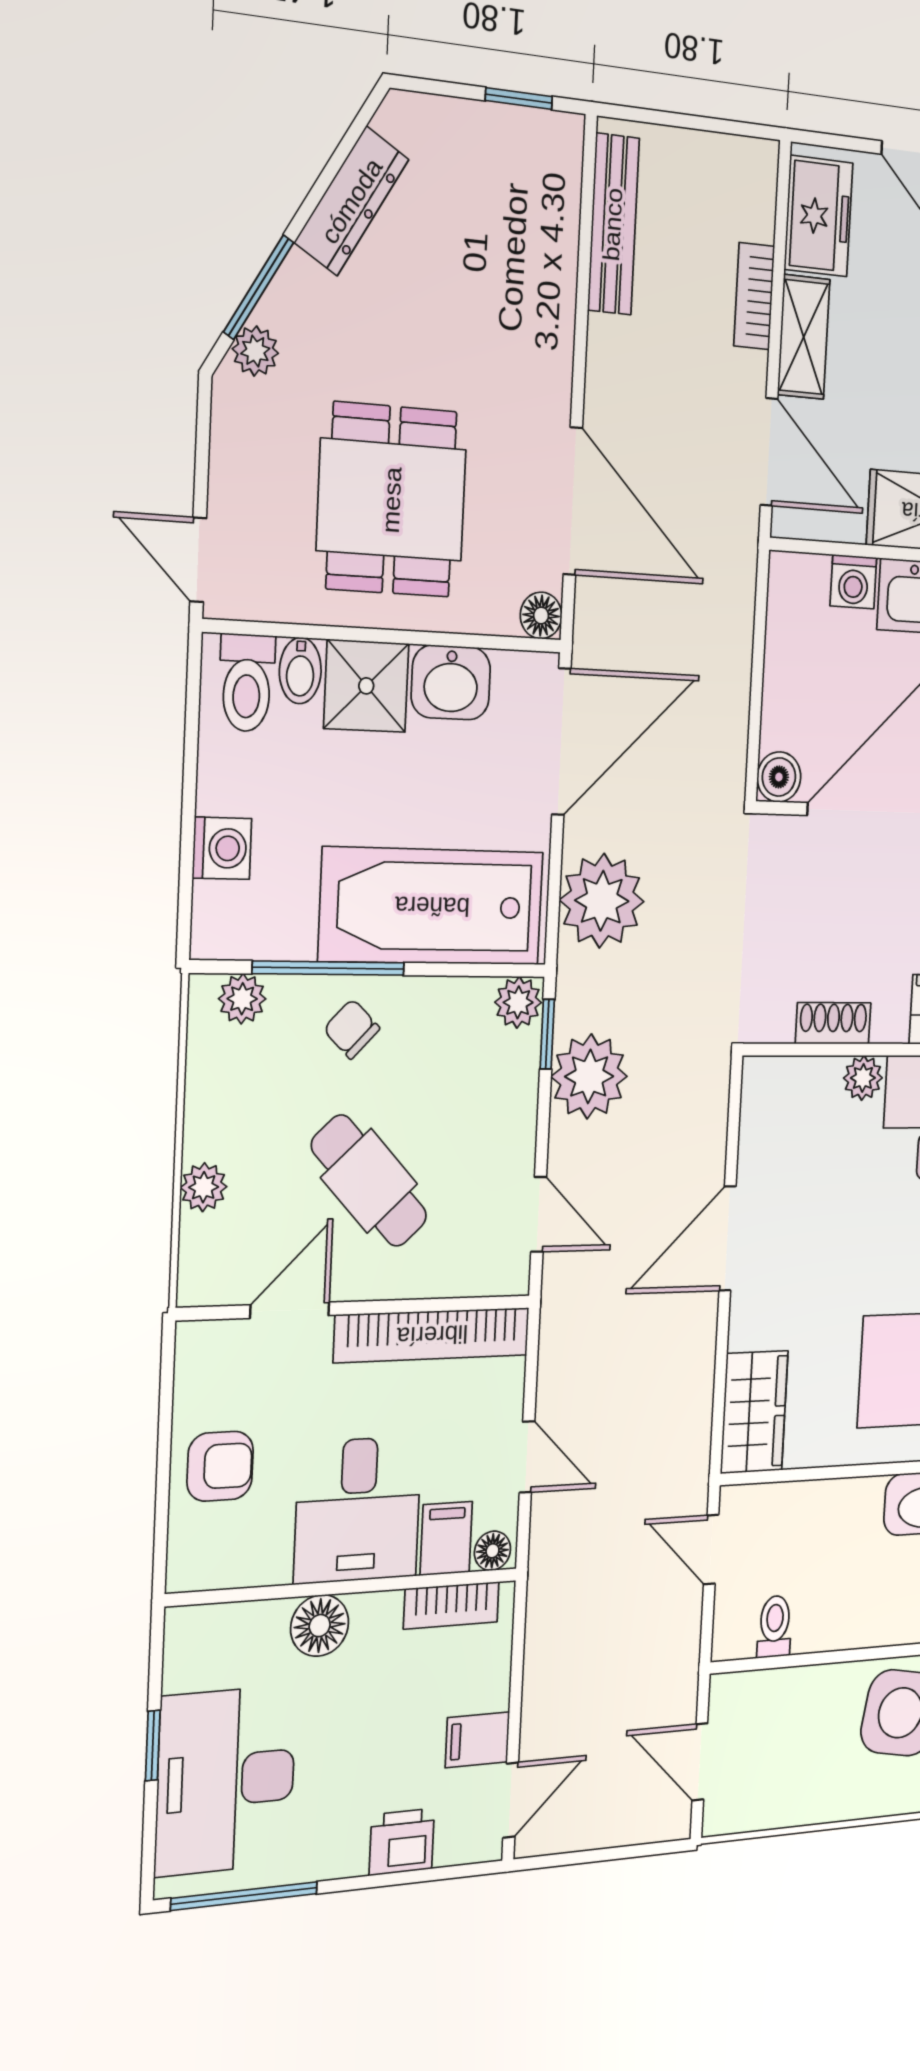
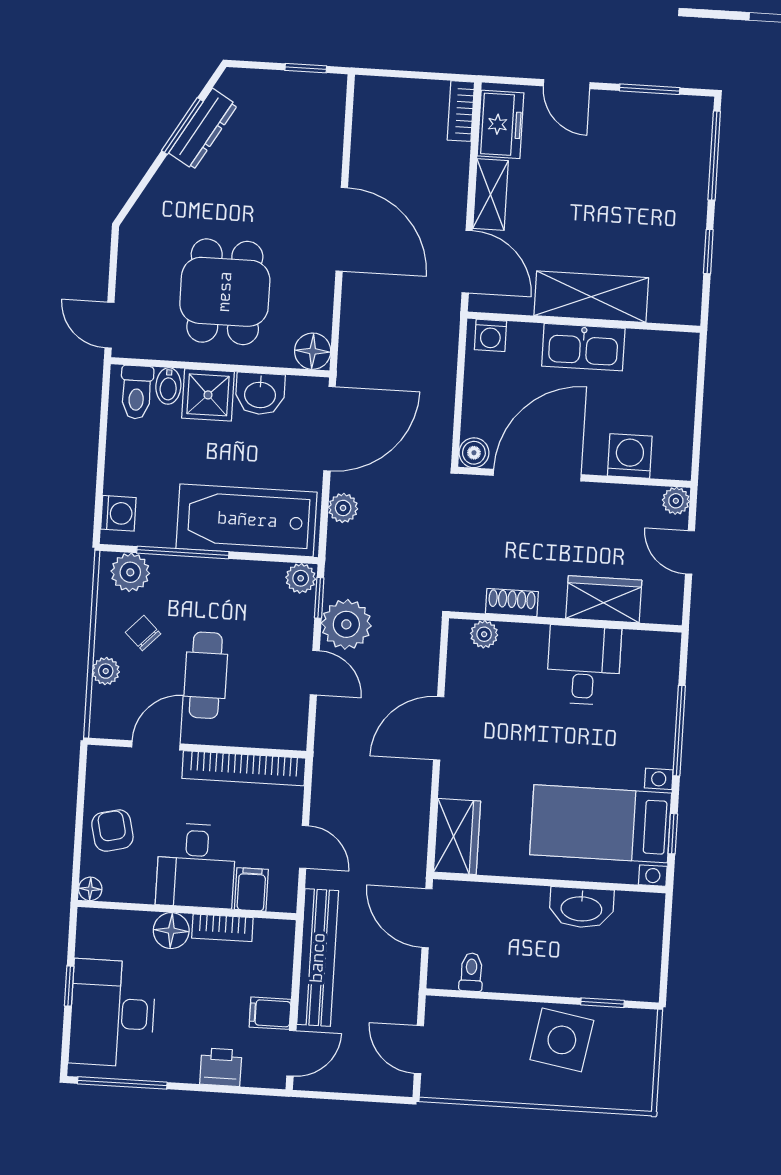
bench: (613, 224) -> (318, 958), moved, width x1.37, depth x1.21
window: (259, 287) -> (182, 126), moved
bookcase: (754, 296) -> (461, 111), moved
plant: (255, 351) -> (145, 212), removed
door: (573, 501) -> (342, 229), moved
washing machine: (853, 582) -> (490, 335), moved
floor lamp: (541, 615) -> (313, 351), width x1.37, depth x1.37
washing machine: (222, 848) -> (118, 513), moved
plant: (602, 901) -> (343, 508), width x0.53, depth x0.53
plant: (242, 999) -> (130, 572), width x1.38, depth x1.38
chair: (352, 1029) -> (143, 633), moved
plant: (863, 1078) -> (484, 634), moved
cafe table: (369, 1181) -> (206, 675), turned 43
door: (539, 1214) -> (315, 673), moved
armchair: (220, 1466) -> (112, 831), turned -103
door: (711, 1549) -> (427, 918), width x1.38
floor lamp: (492, 1551) -> (90, 889), moved
bookcase: (451, 1605) -> (222, 928), moved

